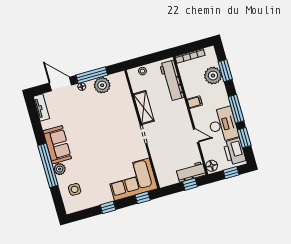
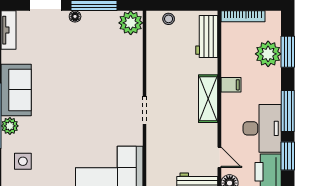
workbench: (172, 81) -> (207, 37), width x0.73
plant: (102, 85) -> (131, 23), moved
shelving: (144, 107) -> (208, 99), moved
door: (196, 136) -> (219, 157), moved

